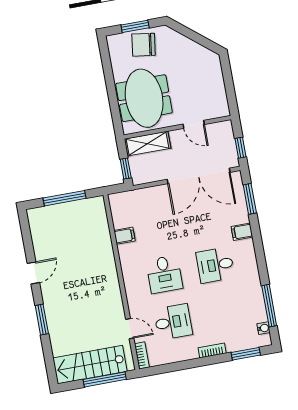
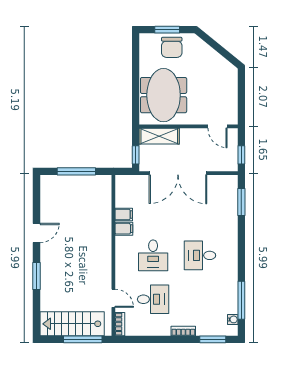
chair: (144, 45) -> (172, 47), turned -98
door: (194, 124) -> (217, 126), moved
double door: (199, 176) -> (178, 173), moved
filing cabinet: (242, 232) -> (124, 229), moved, turned 180

